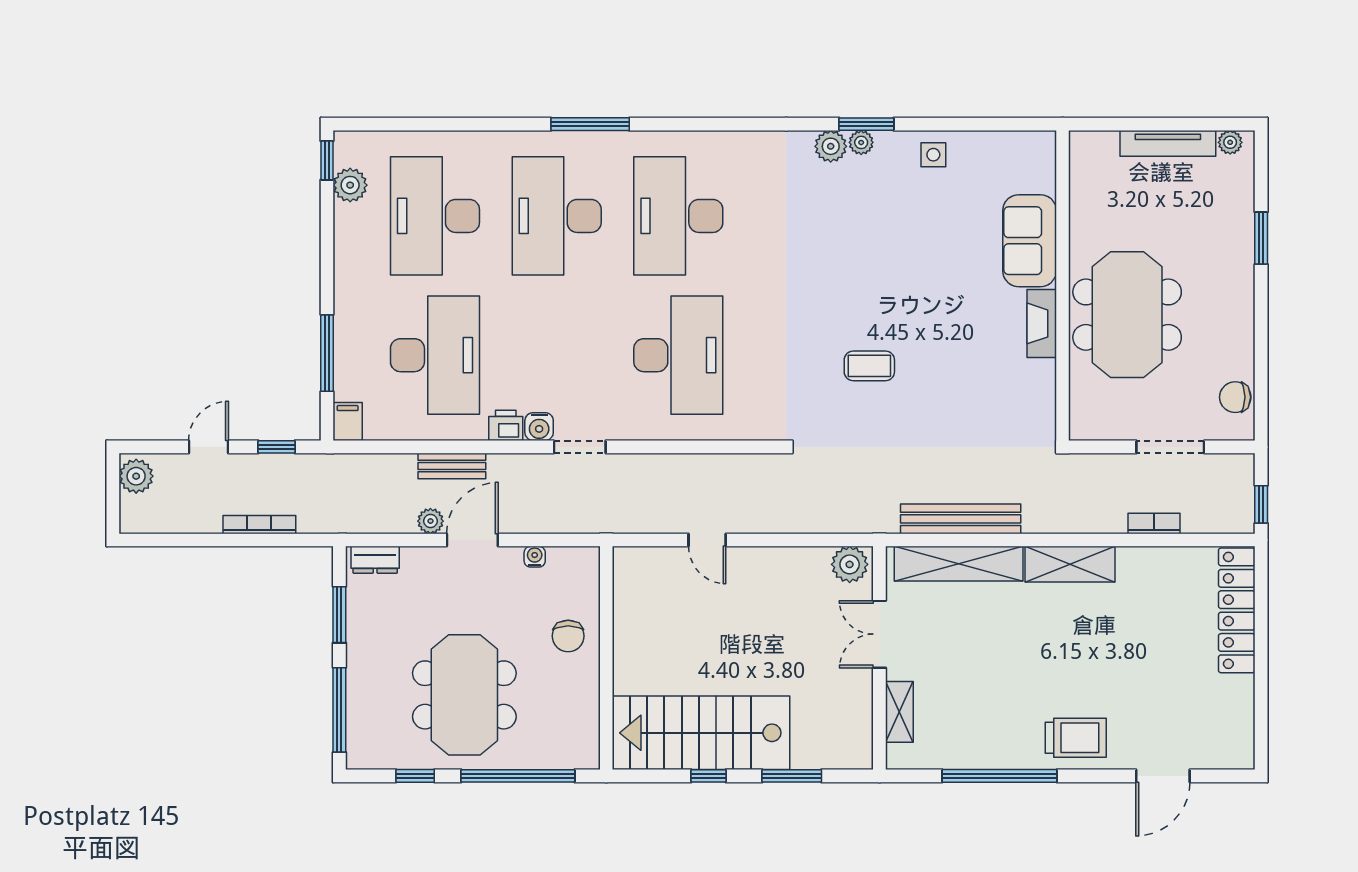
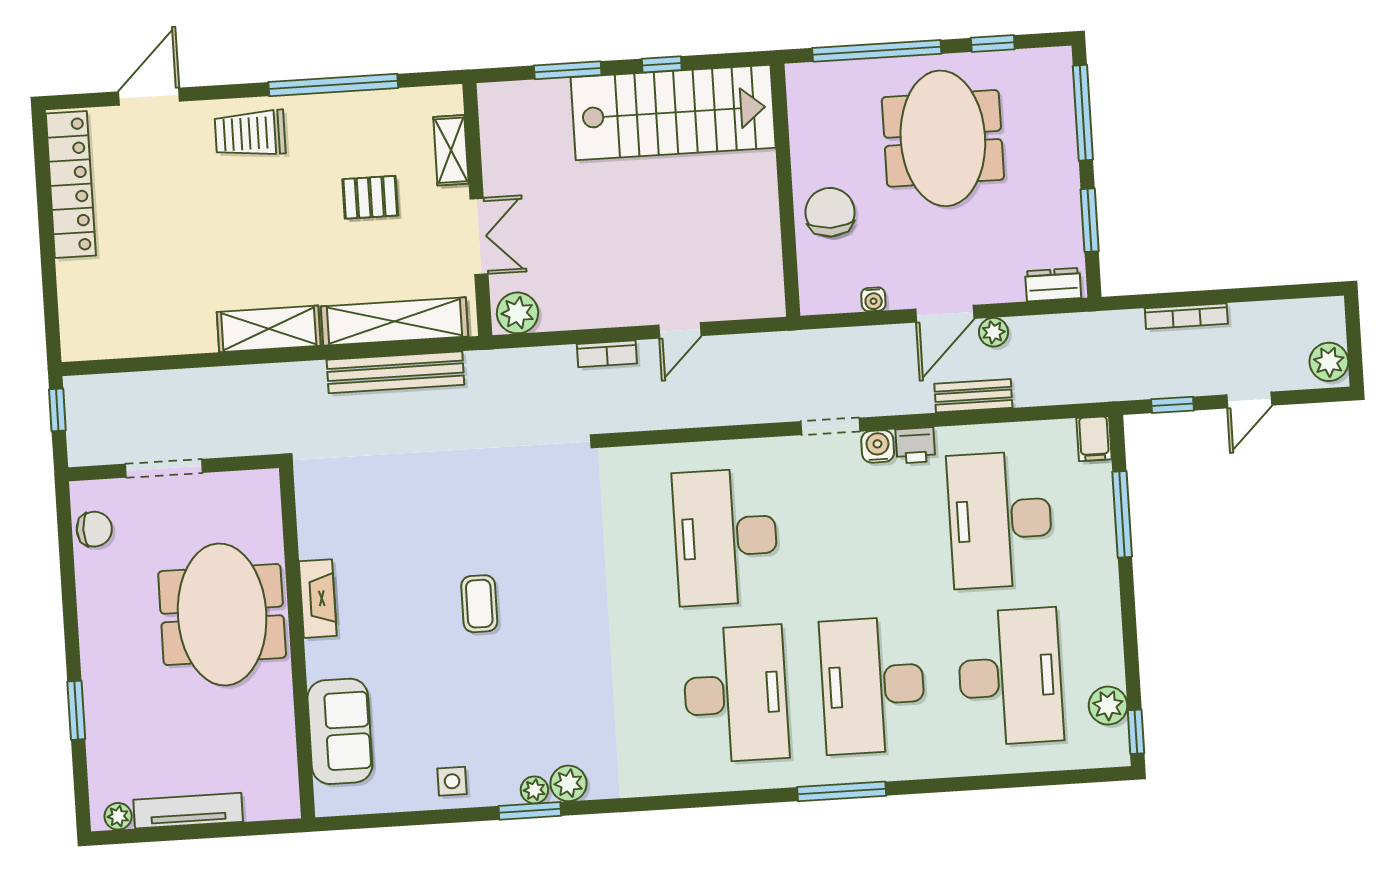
desk: (557, 216) -> (873, 685), turned 180
sofa: (1030, 241) -> (340, 731), moved
coffee table: (869, 366) -> (479, 604), moved, turned 90
bookcase: (1154, 523) -> (607, 354), moved
door: (707, 540) -> (680, 330), swing flipped
locker: (1237, 610) -> (71, 185), moved
chair: (568, 636) -> (830, 212), width x1.37, depth x1.37
pallet: (973, 675) -> (370, 197), added

